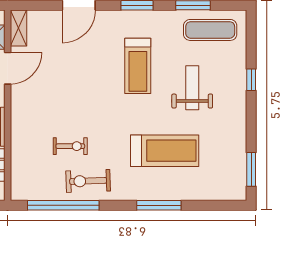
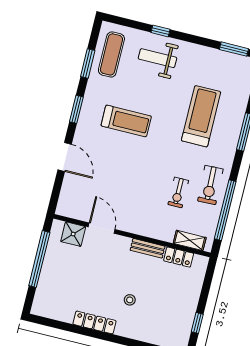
shelving: (18, 28) -> (190, 240), moved
weight bench: (192, 88) -> (157, 58), moved
exercise bike: (70, 146) -> (178, 192), turned 180

